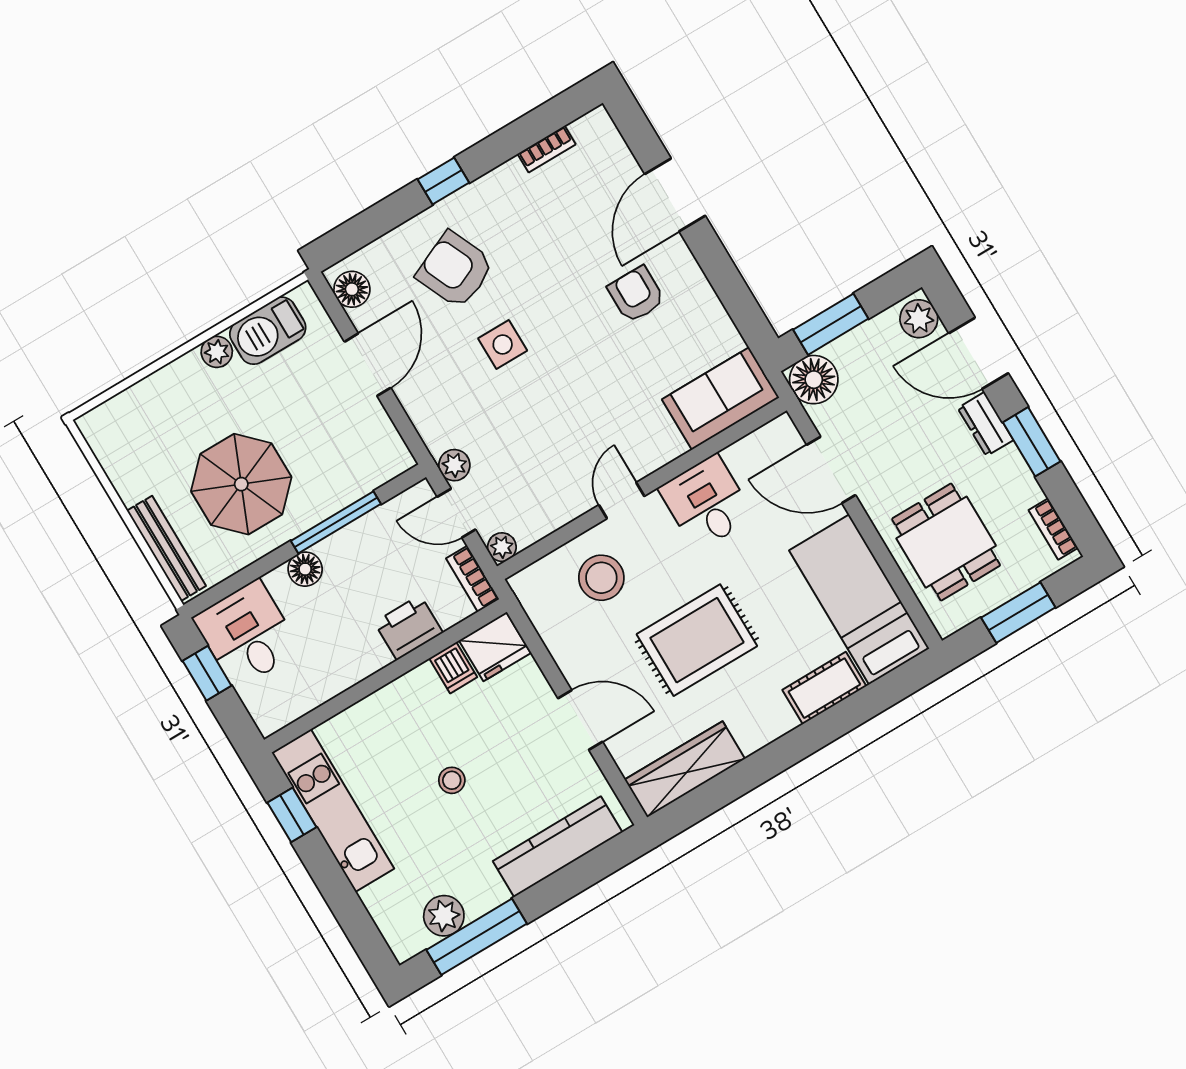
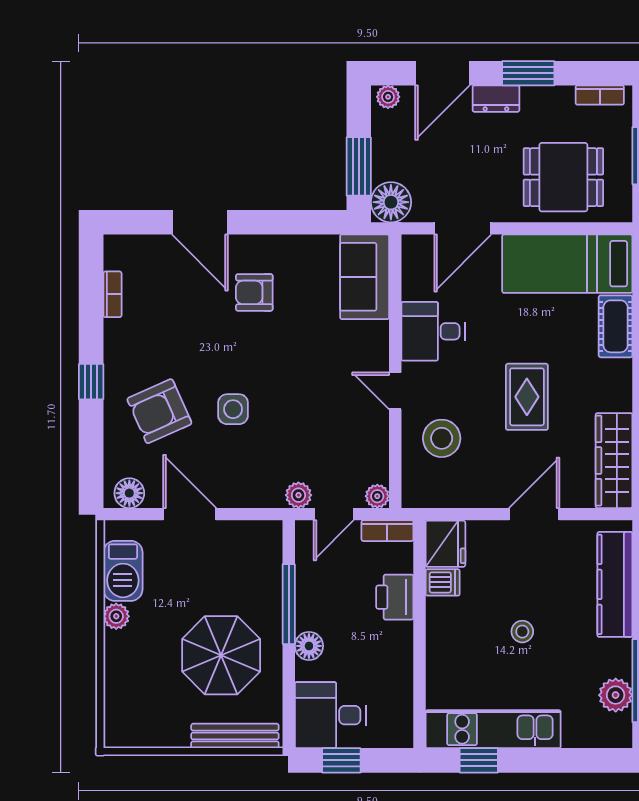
plant: (919, 319) -> (388, 97), width x0.73, depth x0.73
rug: (697, 640) -> (527, 397), width x0.73, depth x0.70

